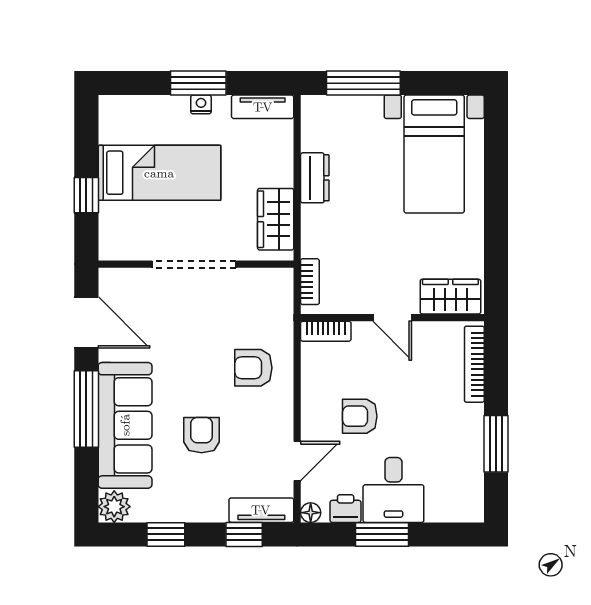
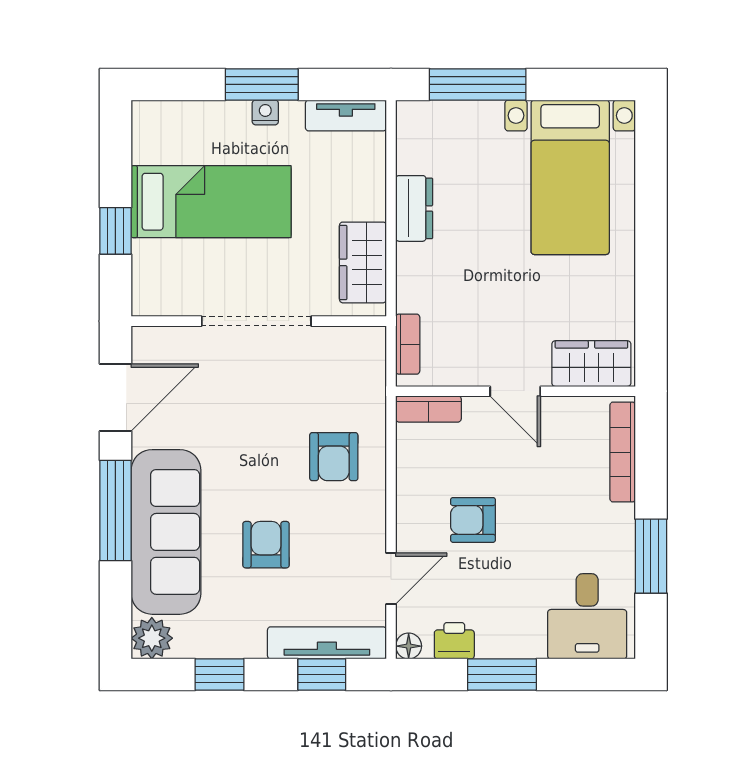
door: (86, 322) -> (115, 397), hinge flipped
armchair: (253, 368) -> (334, 457), turned -90
desk: (393, 490) -> (587, 616), moved
tv unit: (261, 510) -> (327, 643), width x1.41

